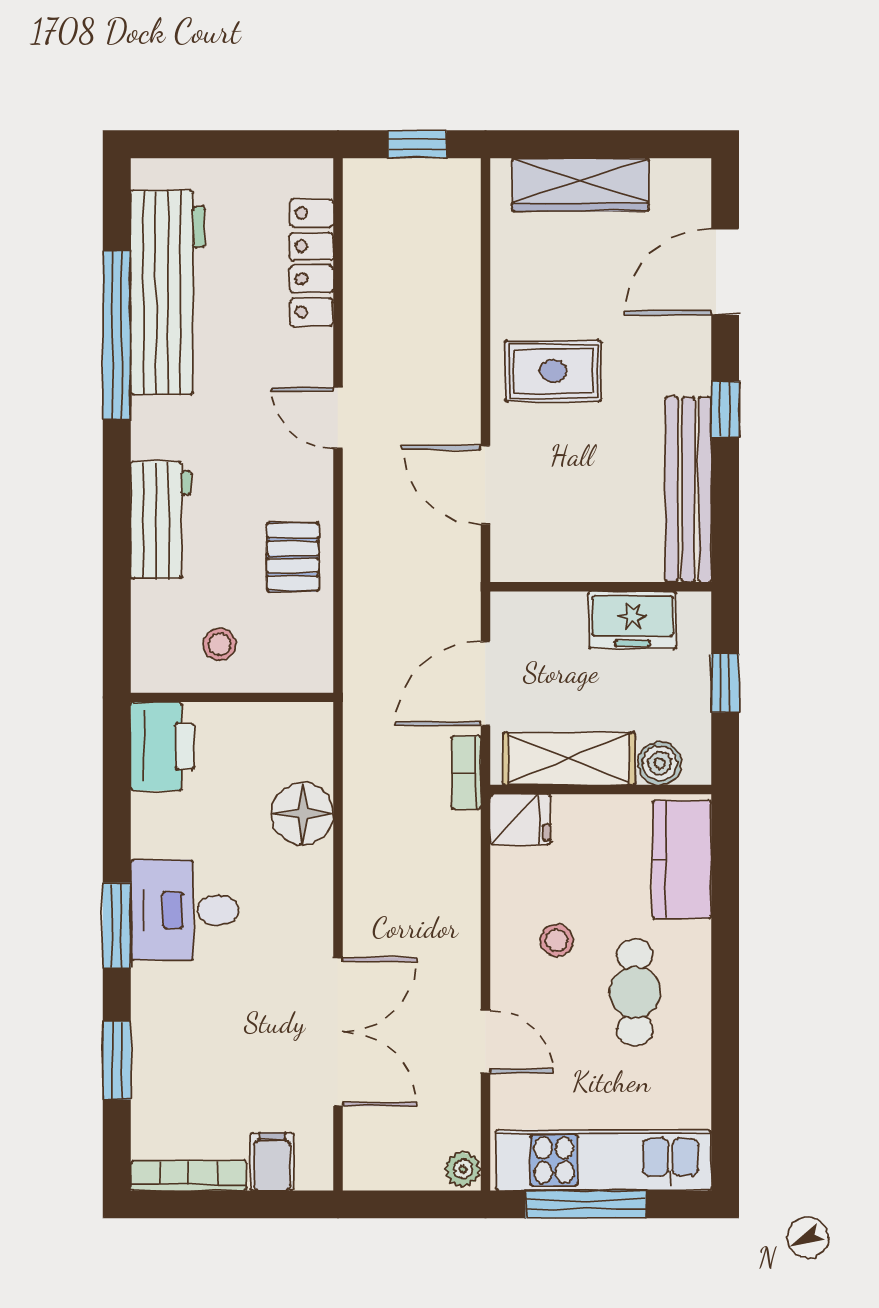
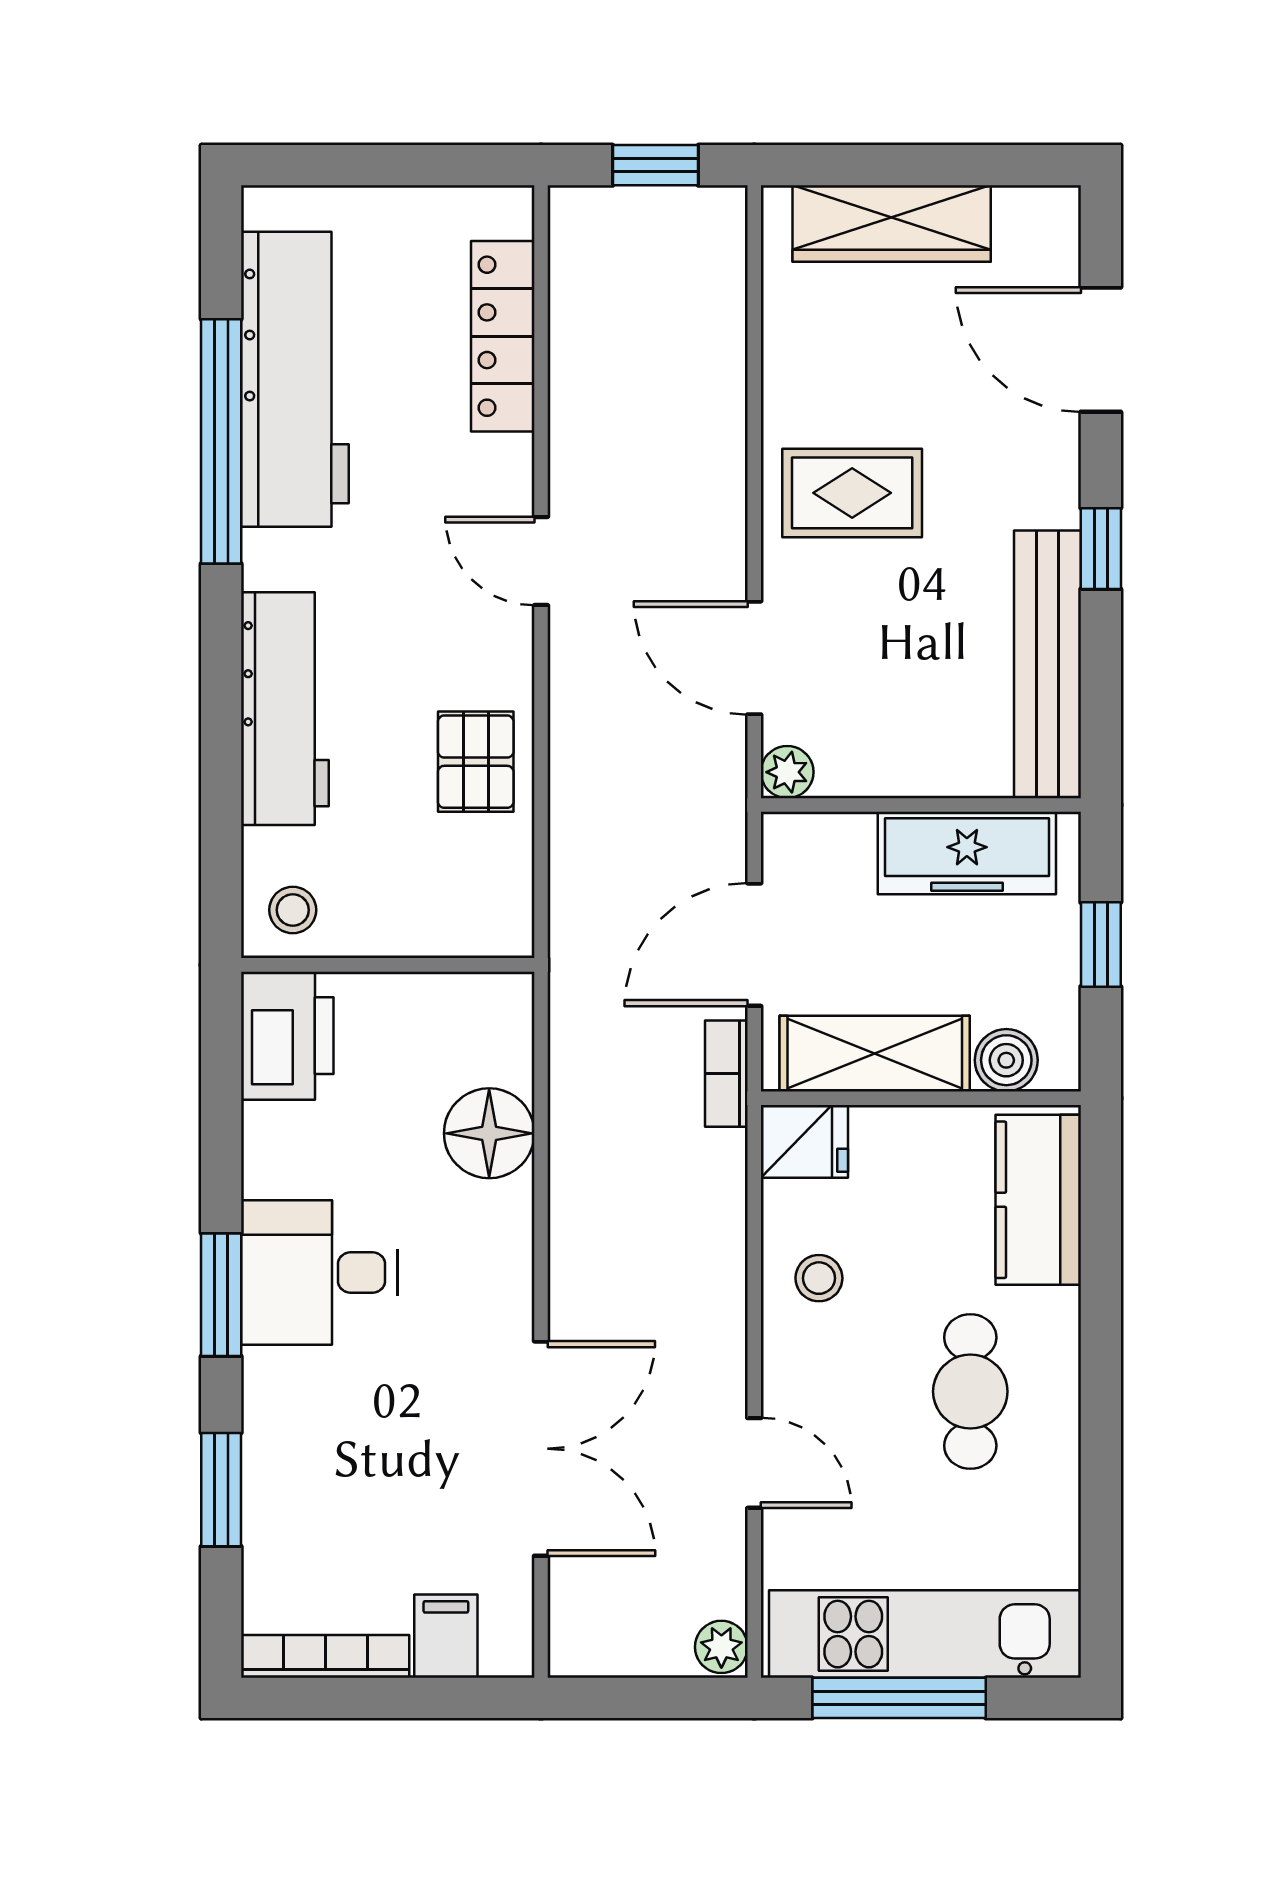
door: (725, 272) -> (1101, 350), hinge flipped
workbench: (161, 520) -> (285, 709), width x1.38
plant: (508, 564) -> (787, 772), added
freezer: (633, 620) -> (967, 853), width x1.40
stool: (220, 644) -> (293, 910), moved
stool: (557, 940) -> (819, 1278), moved

